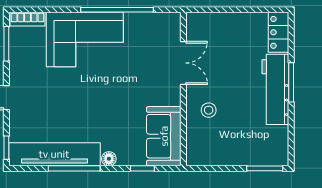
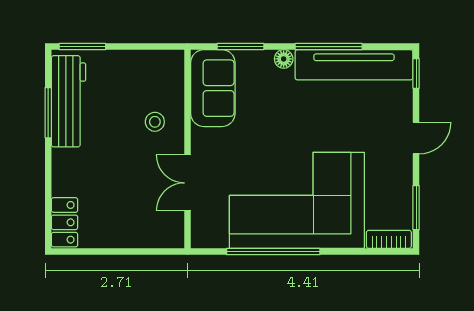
corner sofa: (85, 40) -> (297, 200), width x1.36, depth x1.36
window: (291, 82) -> (48, 113), moved
workbench: (275, 89) -> (69, 101), moved
window: (142, 168) -> (240, 47), width x1.50

